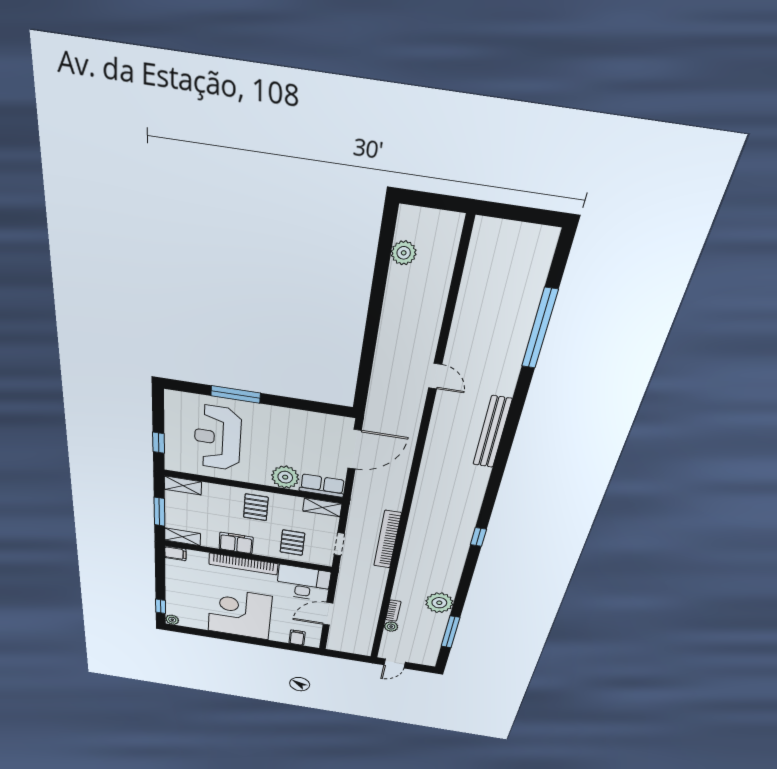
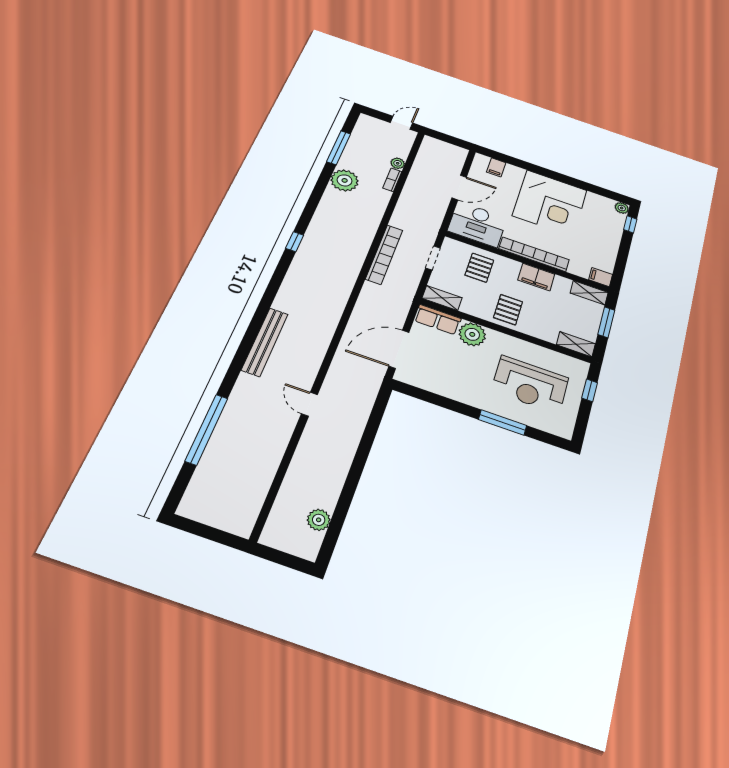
reception desk: (218, 438) -> (530, 384), turned 90

